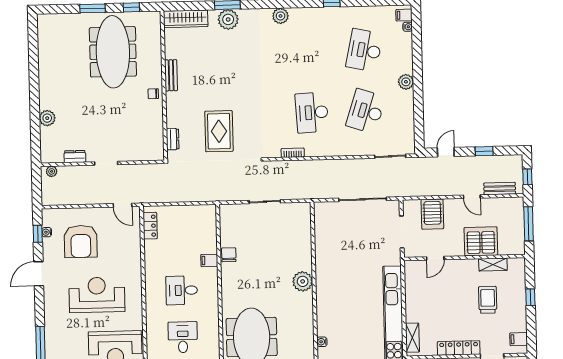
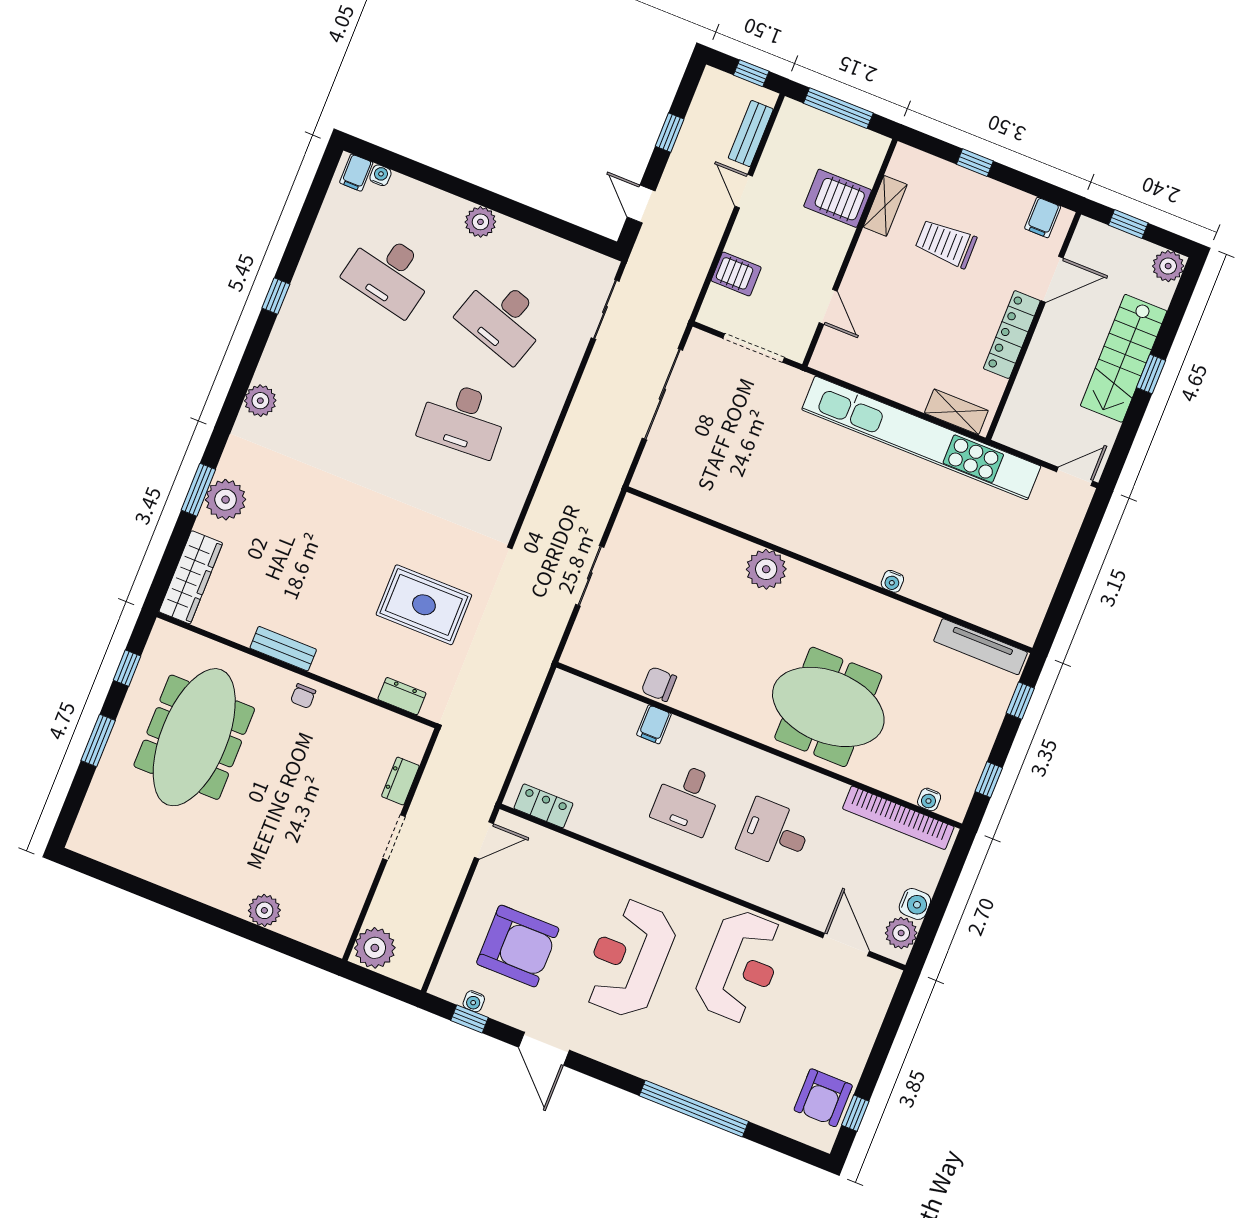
meeting table: (113, 52) -> (194, 737), turned 90
bookcase: (293, 153) -> (522, 486), removed
dresser: (75, 157) -> (400, 781), moved
plant: (52, 171) -> (375, 948), width x1.87, depth x1.87
door: (472, 197) -> (744, 191), swing flipped
server rack: (432, 214) -> (736, 274), width x0.73, depth x0.70
server rack: (481, 241) -> (838, 198), width x0.62

